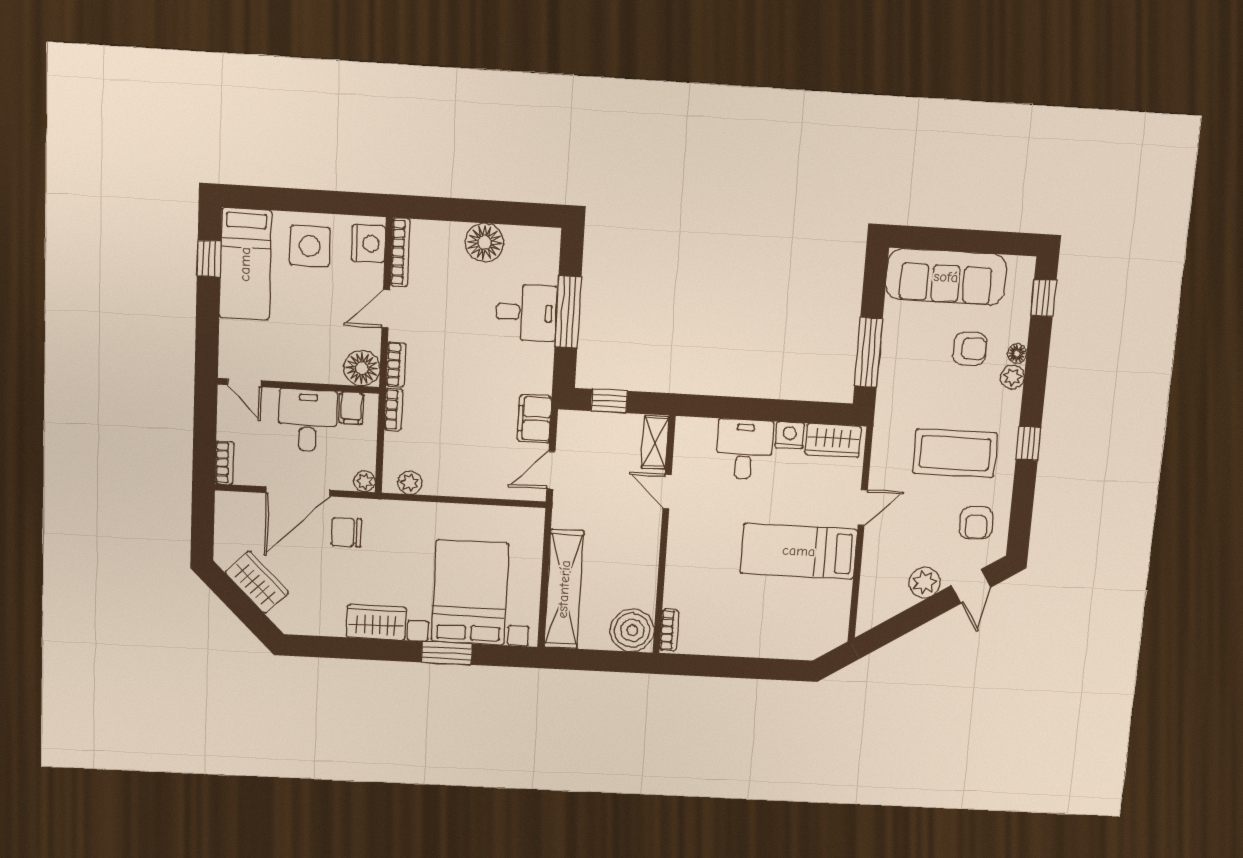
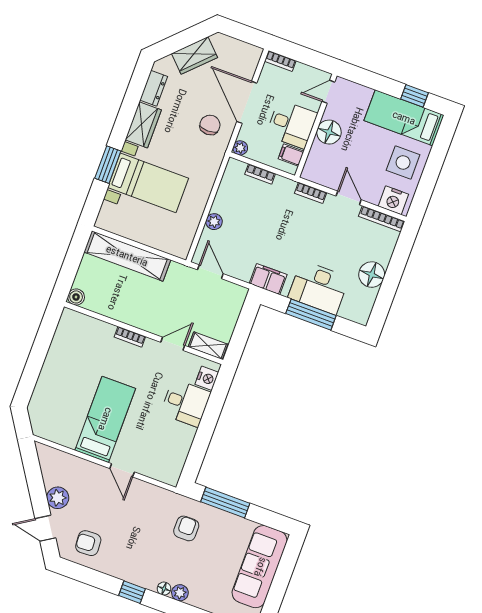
desk: (526, 313) -> (319, 288), width x1.37
armchair: (970, 349) -> (186, 528), moved, turned 180
floor lamp: (1017, 354) -> (164, 589), moved
floor lamp: (362, 368) -> (329, 132), moved
window: (609, 401) -> (245, 324), removed
bookcase: (393, 410) -> (260, 174), moved
filing cabinet: (535, 419) -> (268, 279), moved
nightstand: (790, 435) -> (207, 378), moved
wardrobe: (833, 440) -> (174, 463), removed
coffee table: (955, 453) -> (140, 542), removed
plant: (410, 483) -> (214, 222), moved
bed with nightstands: (470, 593) -> (148, 183), width x0.73
dresser: (321, 624) -> (154, 88), added
boiler: (632, 630) -> (76, 297), width x0.54, depth x0.54
bookcase: (669, 630) -> (130, 337), moved

